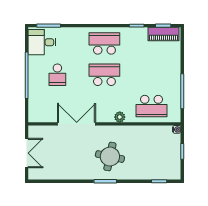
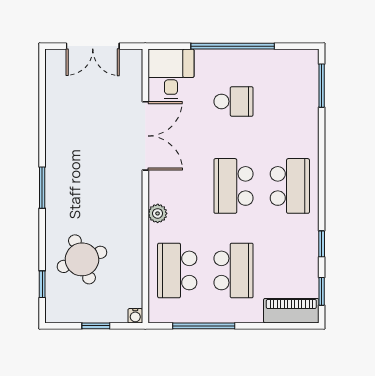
piano: (164, 34) -> (291, 311), moved, turned 90
desk: (42, 42) -> (171, 74), moved
school desk: (57, 75) -> (234, 101), turned 180
school desk: (104, 75) -> (234, 186), turned 180
school desk: (151, 75) -> (234, 270), added
round table: (110, 157) -> (82, 259), moved, turned -33

